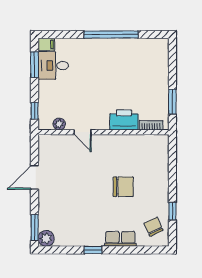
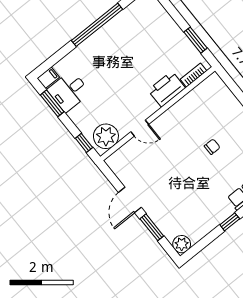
plant: (59, 124) -> (106, 136), width x1.88, depth x1.88
chair: (123, 187) -> (212, 147), width x0.54, depth x0.54
window: (34, 228) -> (152, 227), moved

